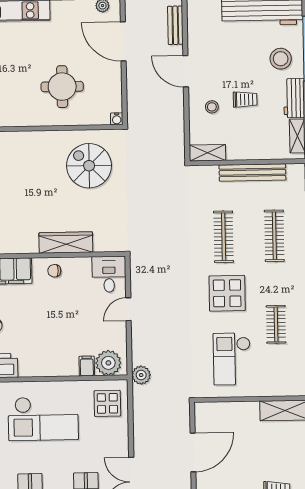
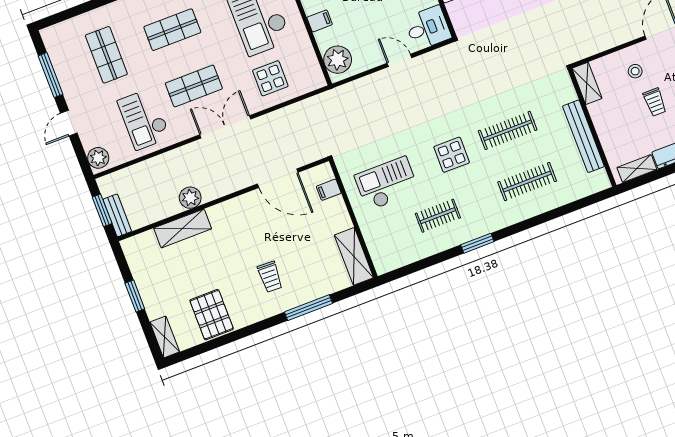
display table: (227, 293) -> (452, 155), width x0.73, depth x0.73
filing cabinet: (87, 366) -> (320, 21), moved
plant: (141, 375) -> (337, 97), removed
display table: (107, 403) -> (270, 78), moved
filing cabinet: (219, 411) -> (329, 190), added

